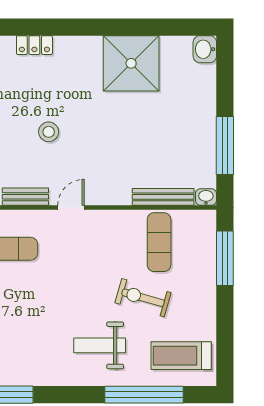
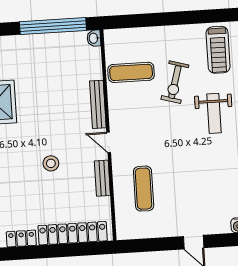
window: (225, 145) -> (53, 26), width x1.46
bench: (163, 197) -> (98, 104), moved
window: (225, 258) -> (140, 21), removed

